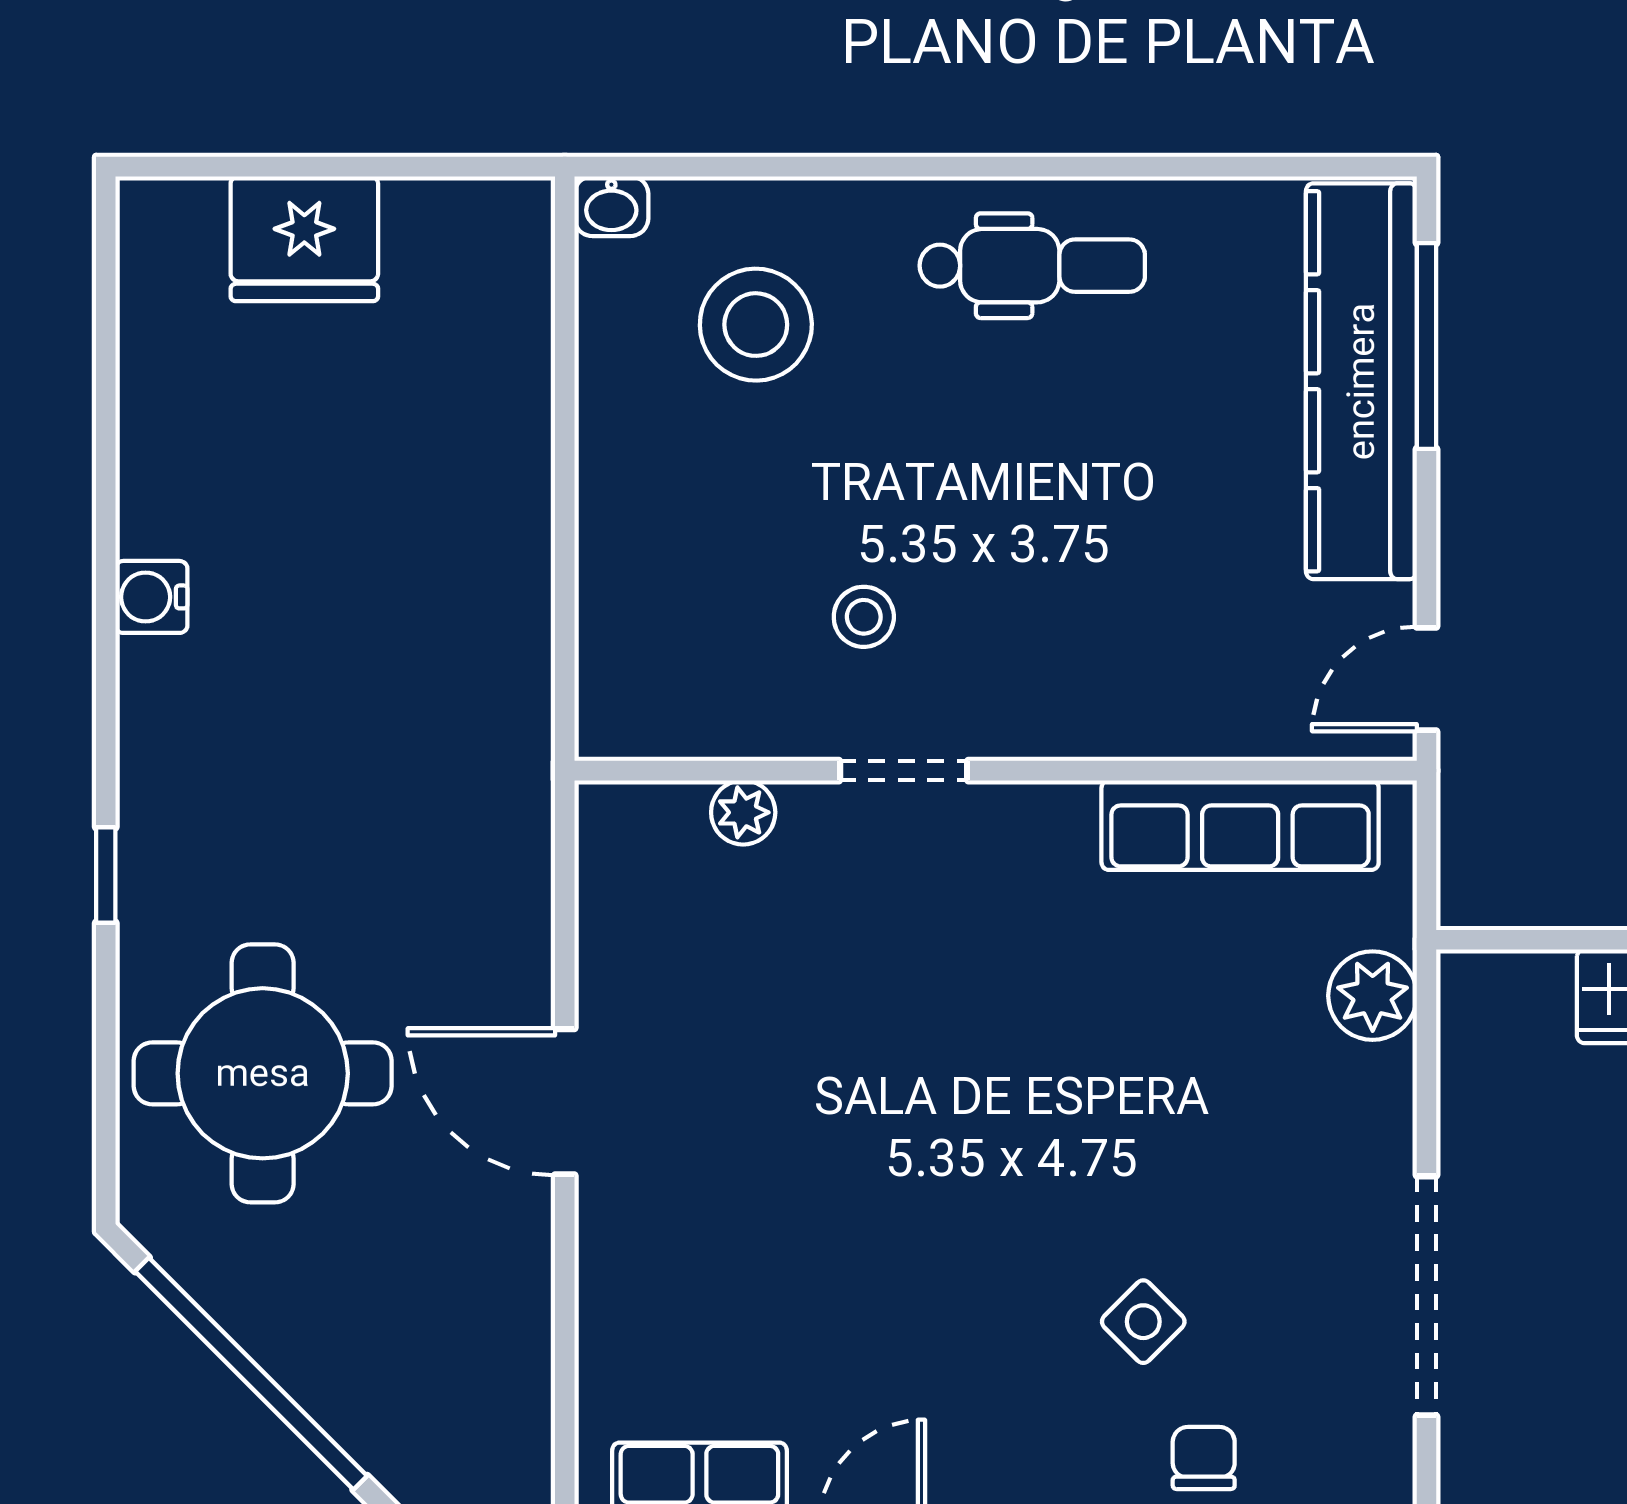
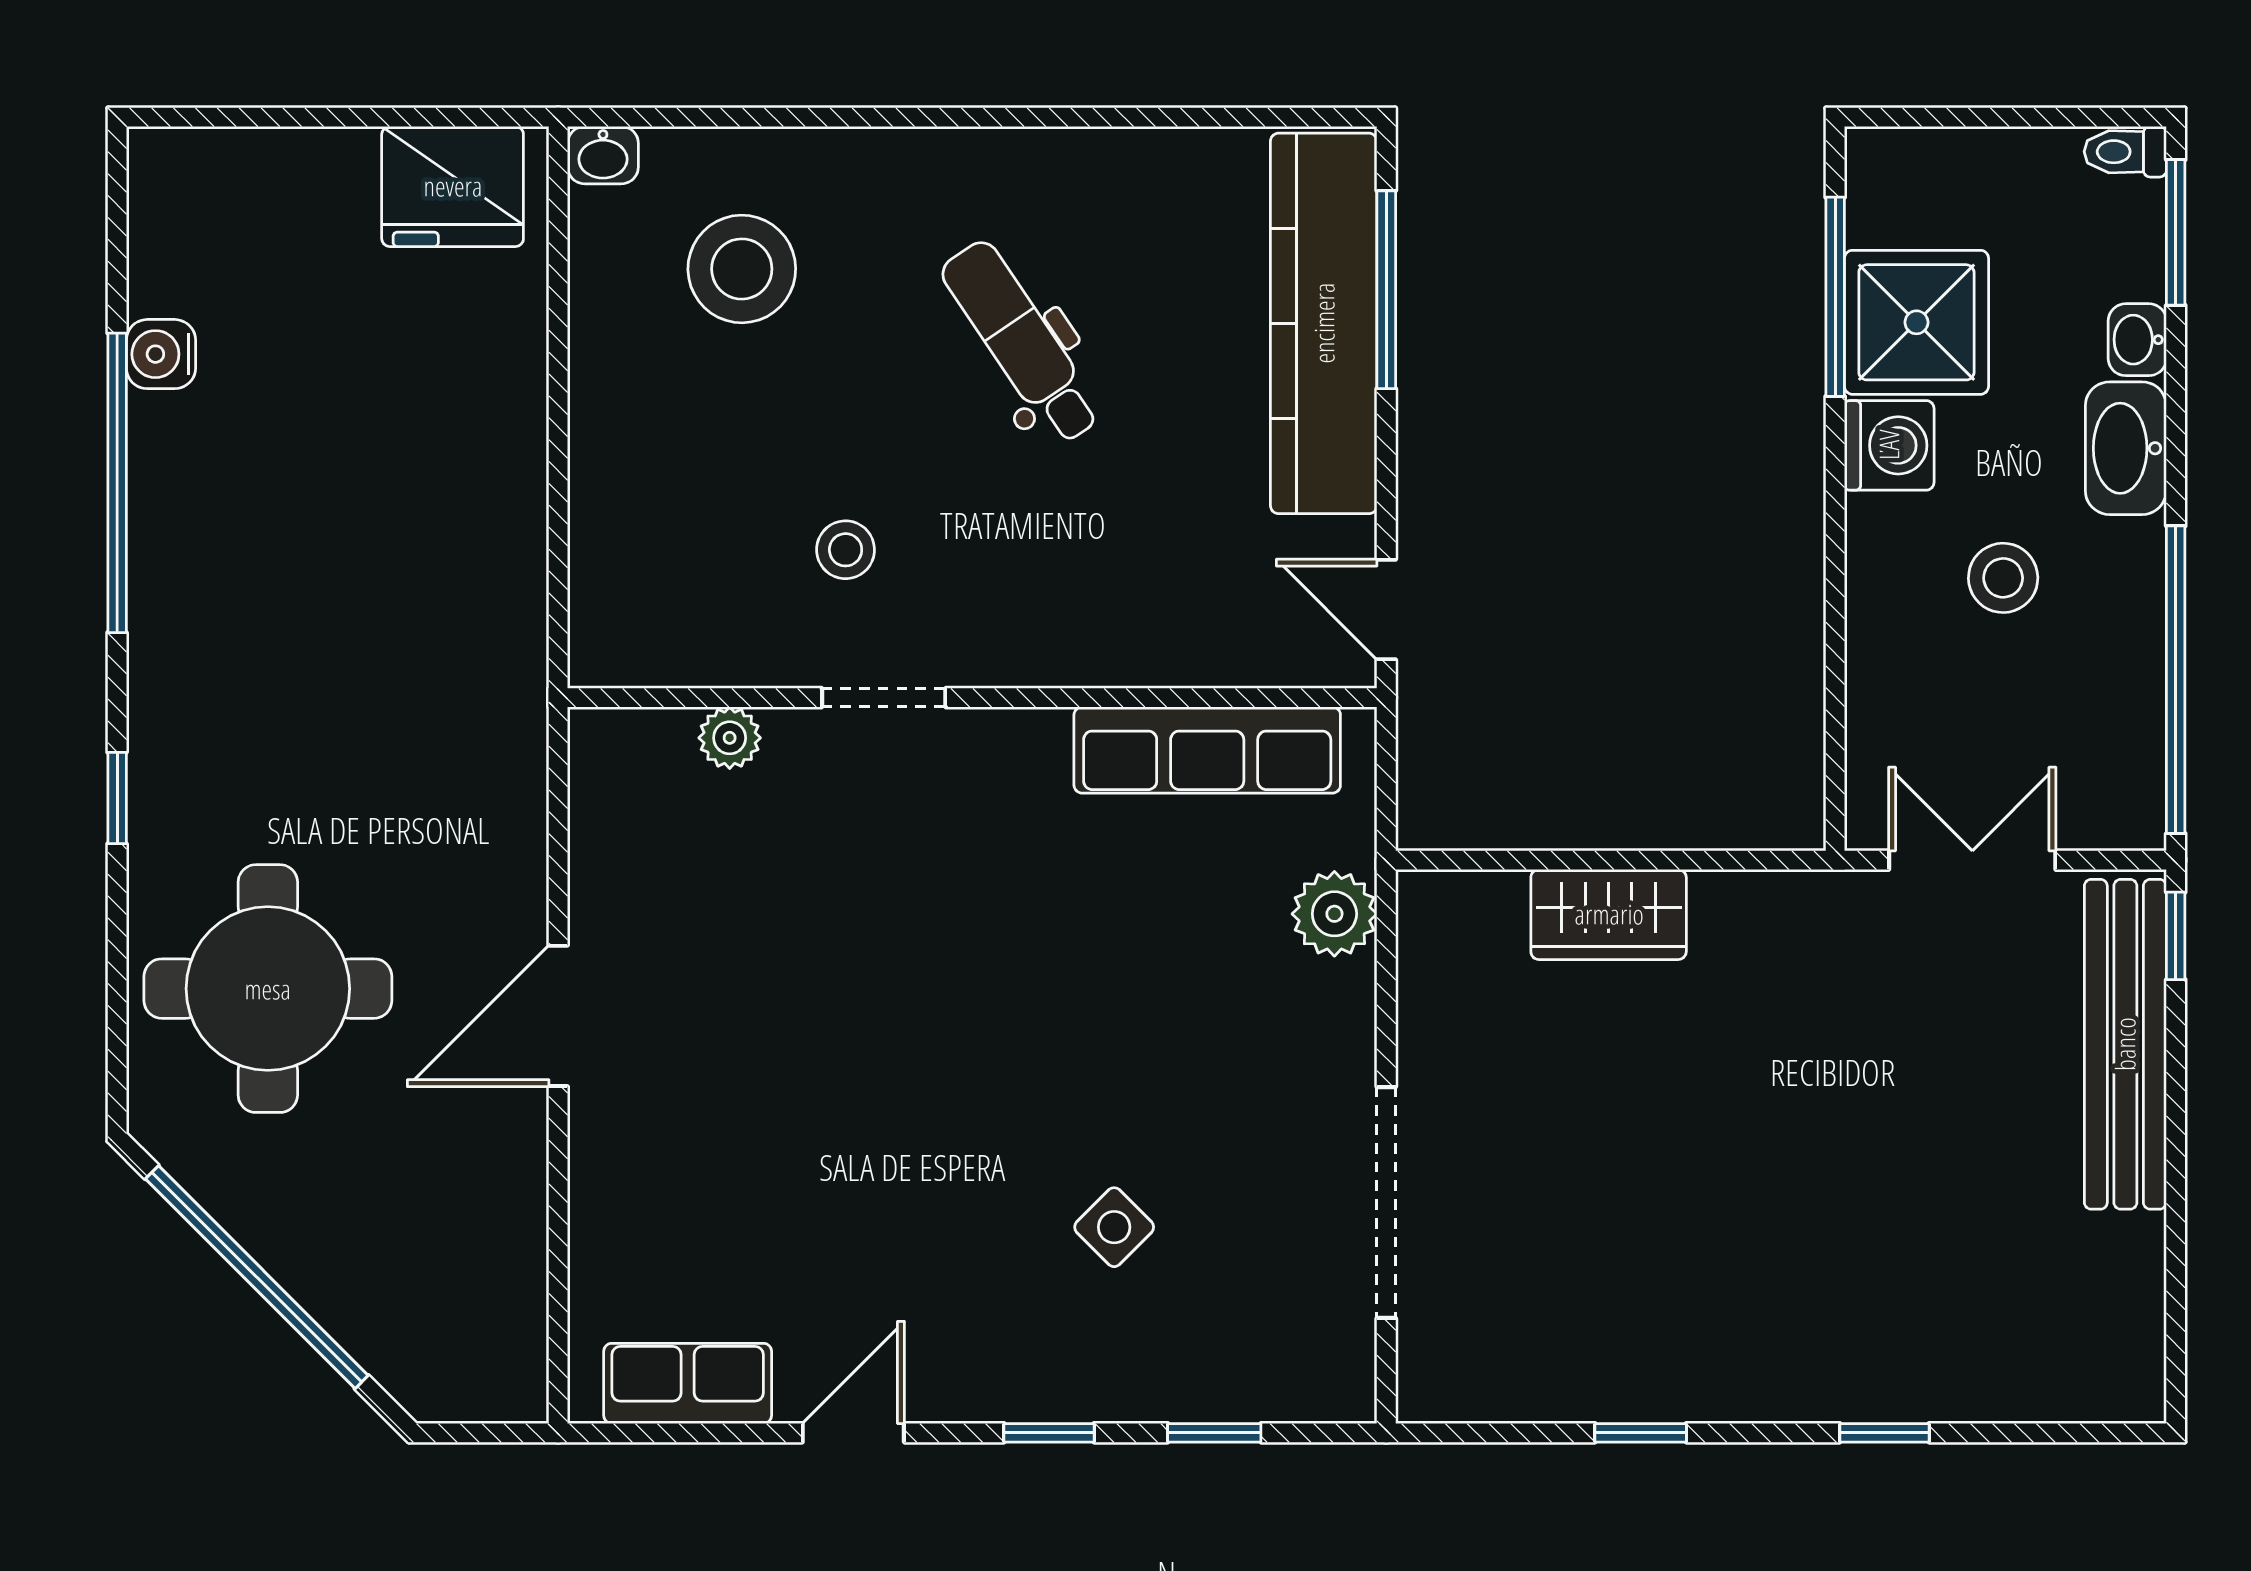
fridge: (304, 239) -> (453, 186), moved
dental chair: (1032, 266) -> (1021, 342), moved, turned -124
window: (106, 547) -> (117, 483), added
water cooler: (151, 597) -> (161, 354), moved
door: (1426, 679) -> (1386, 610), hinge flipped
door: (565, 1102) -> (558, 1016), hinge flipped
chair: (1204, 1458) -> (1172, 1358), removed

